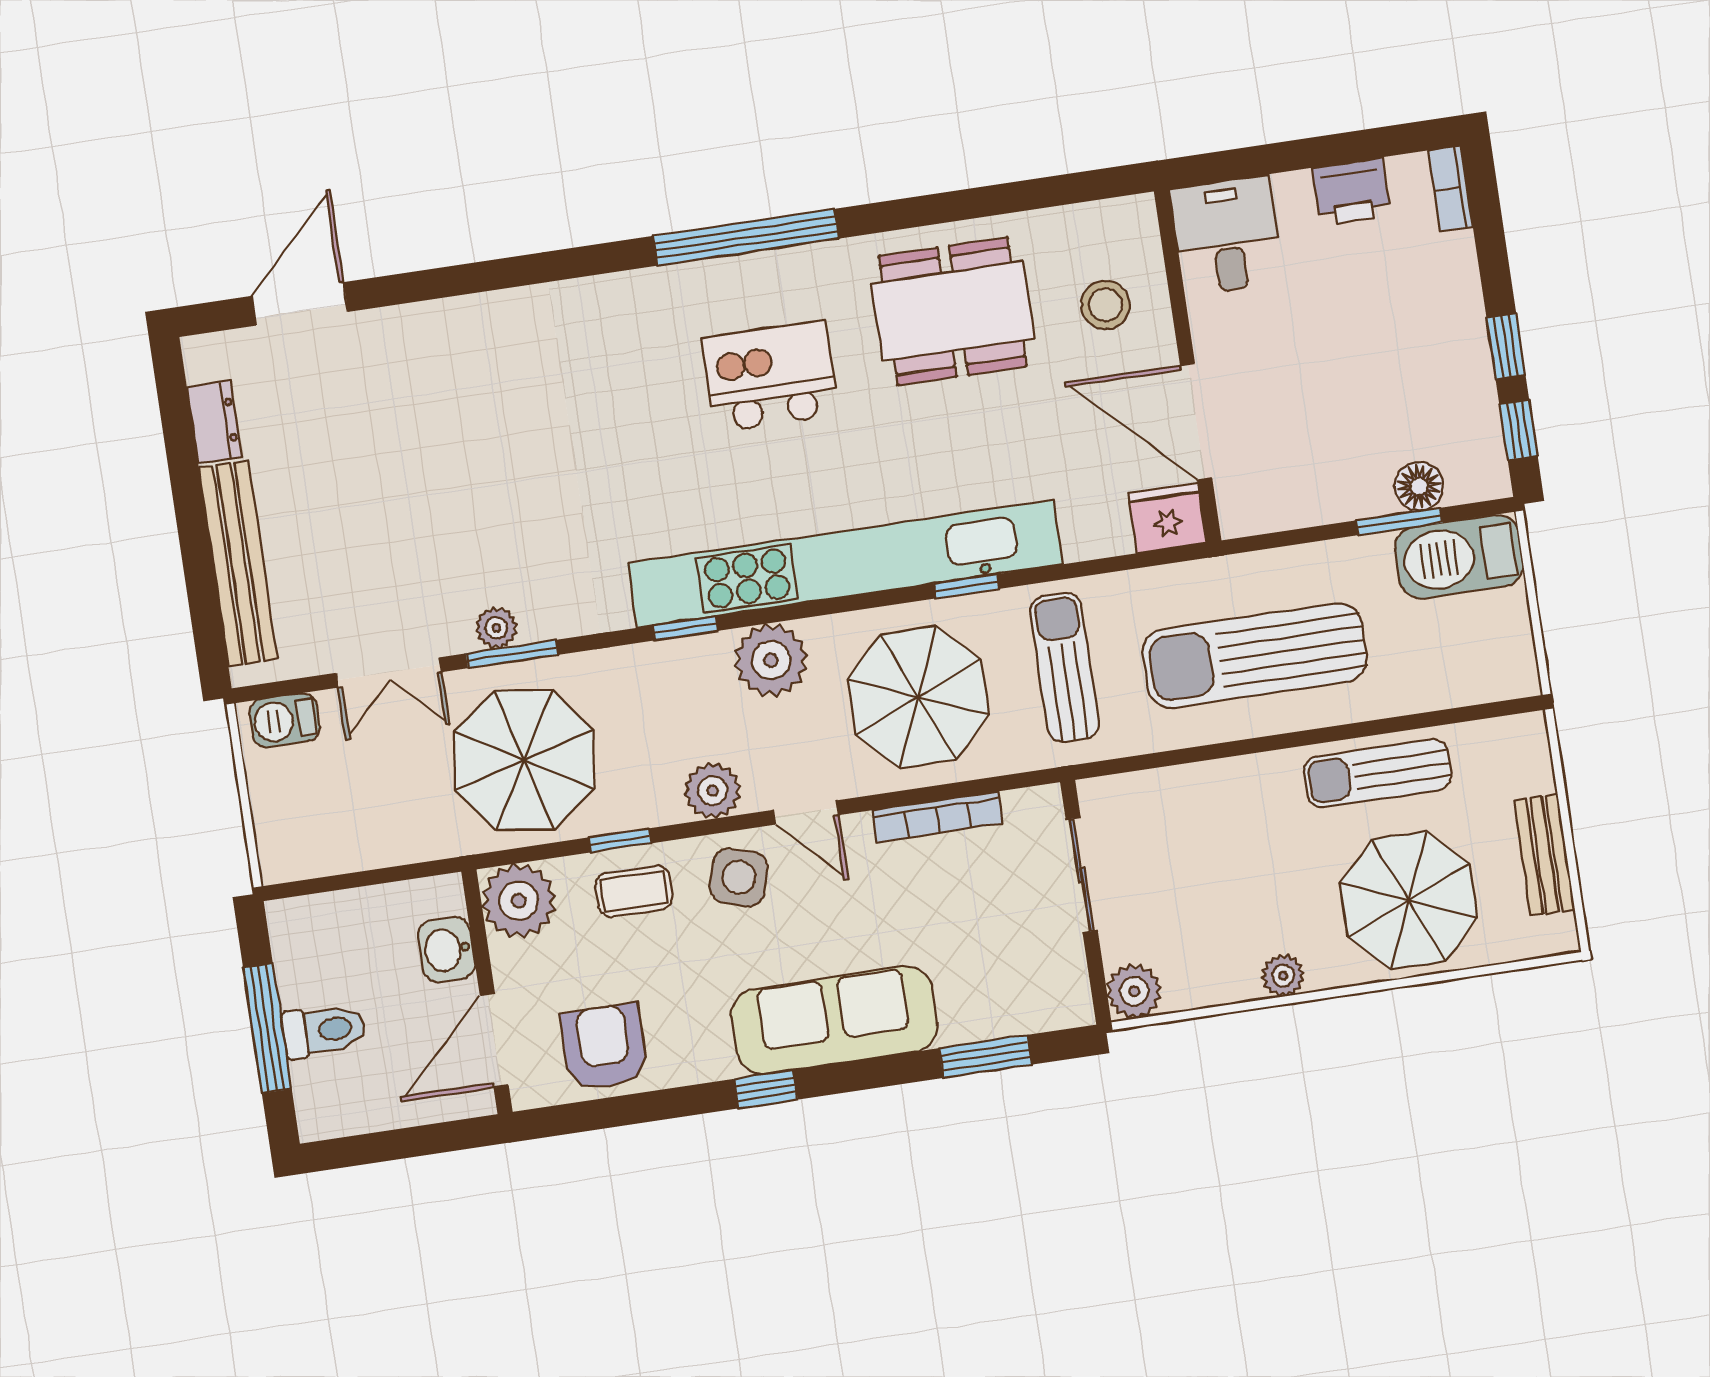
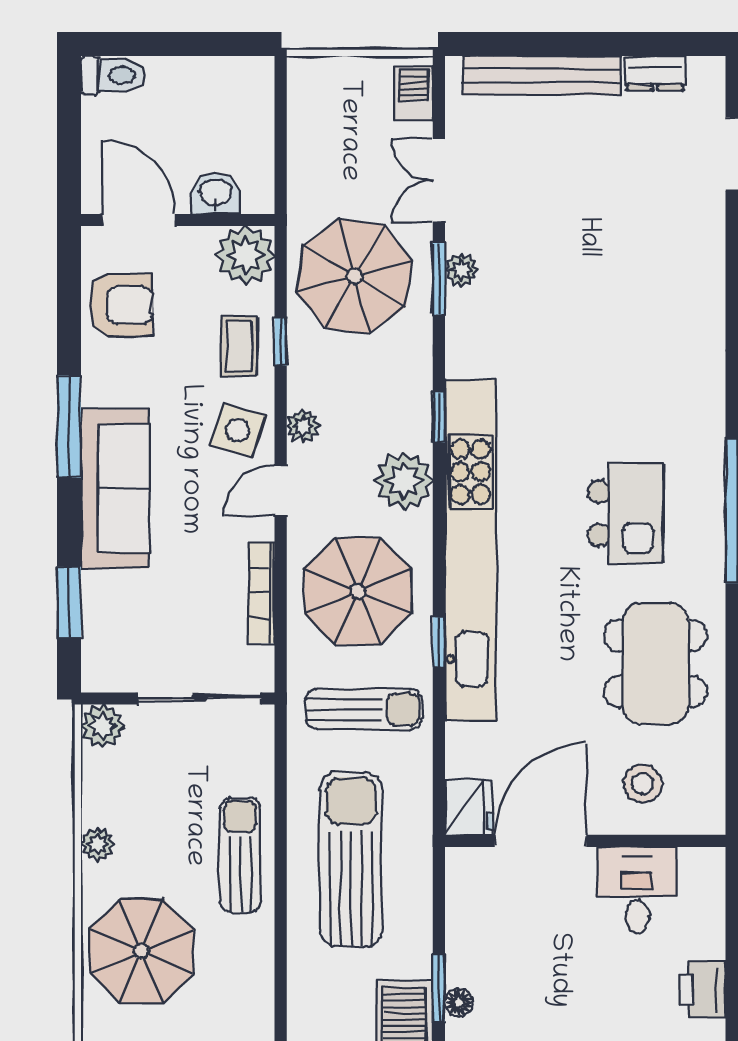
desk: (1227, 236) -> (637, 890), moved, turned -90
floor lamp: (1419, 486) -> (459, 1002), width x0.73, depth x0.73
sun lounger: (1378, 773) -> (240, 855), moved
plant: (713, 791) -> (303, 426), width x0.73, depth x0.73
sliding door: (1082, 875) -> (199, 699), width x1.37
window: (267, 1028) -> (175, 44), removed
toilet: (324, 1030) -> (113, 75), moved, turned -90
window: (766, 1089) -> (69, 426), width x2.17

